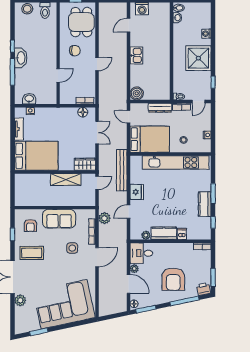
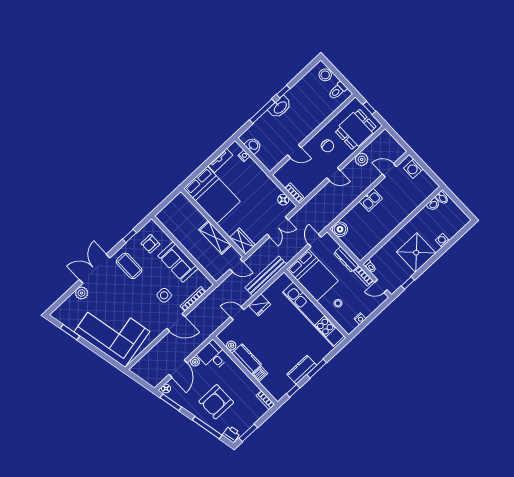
plant: (104, 218) -> (362, 159), moved

